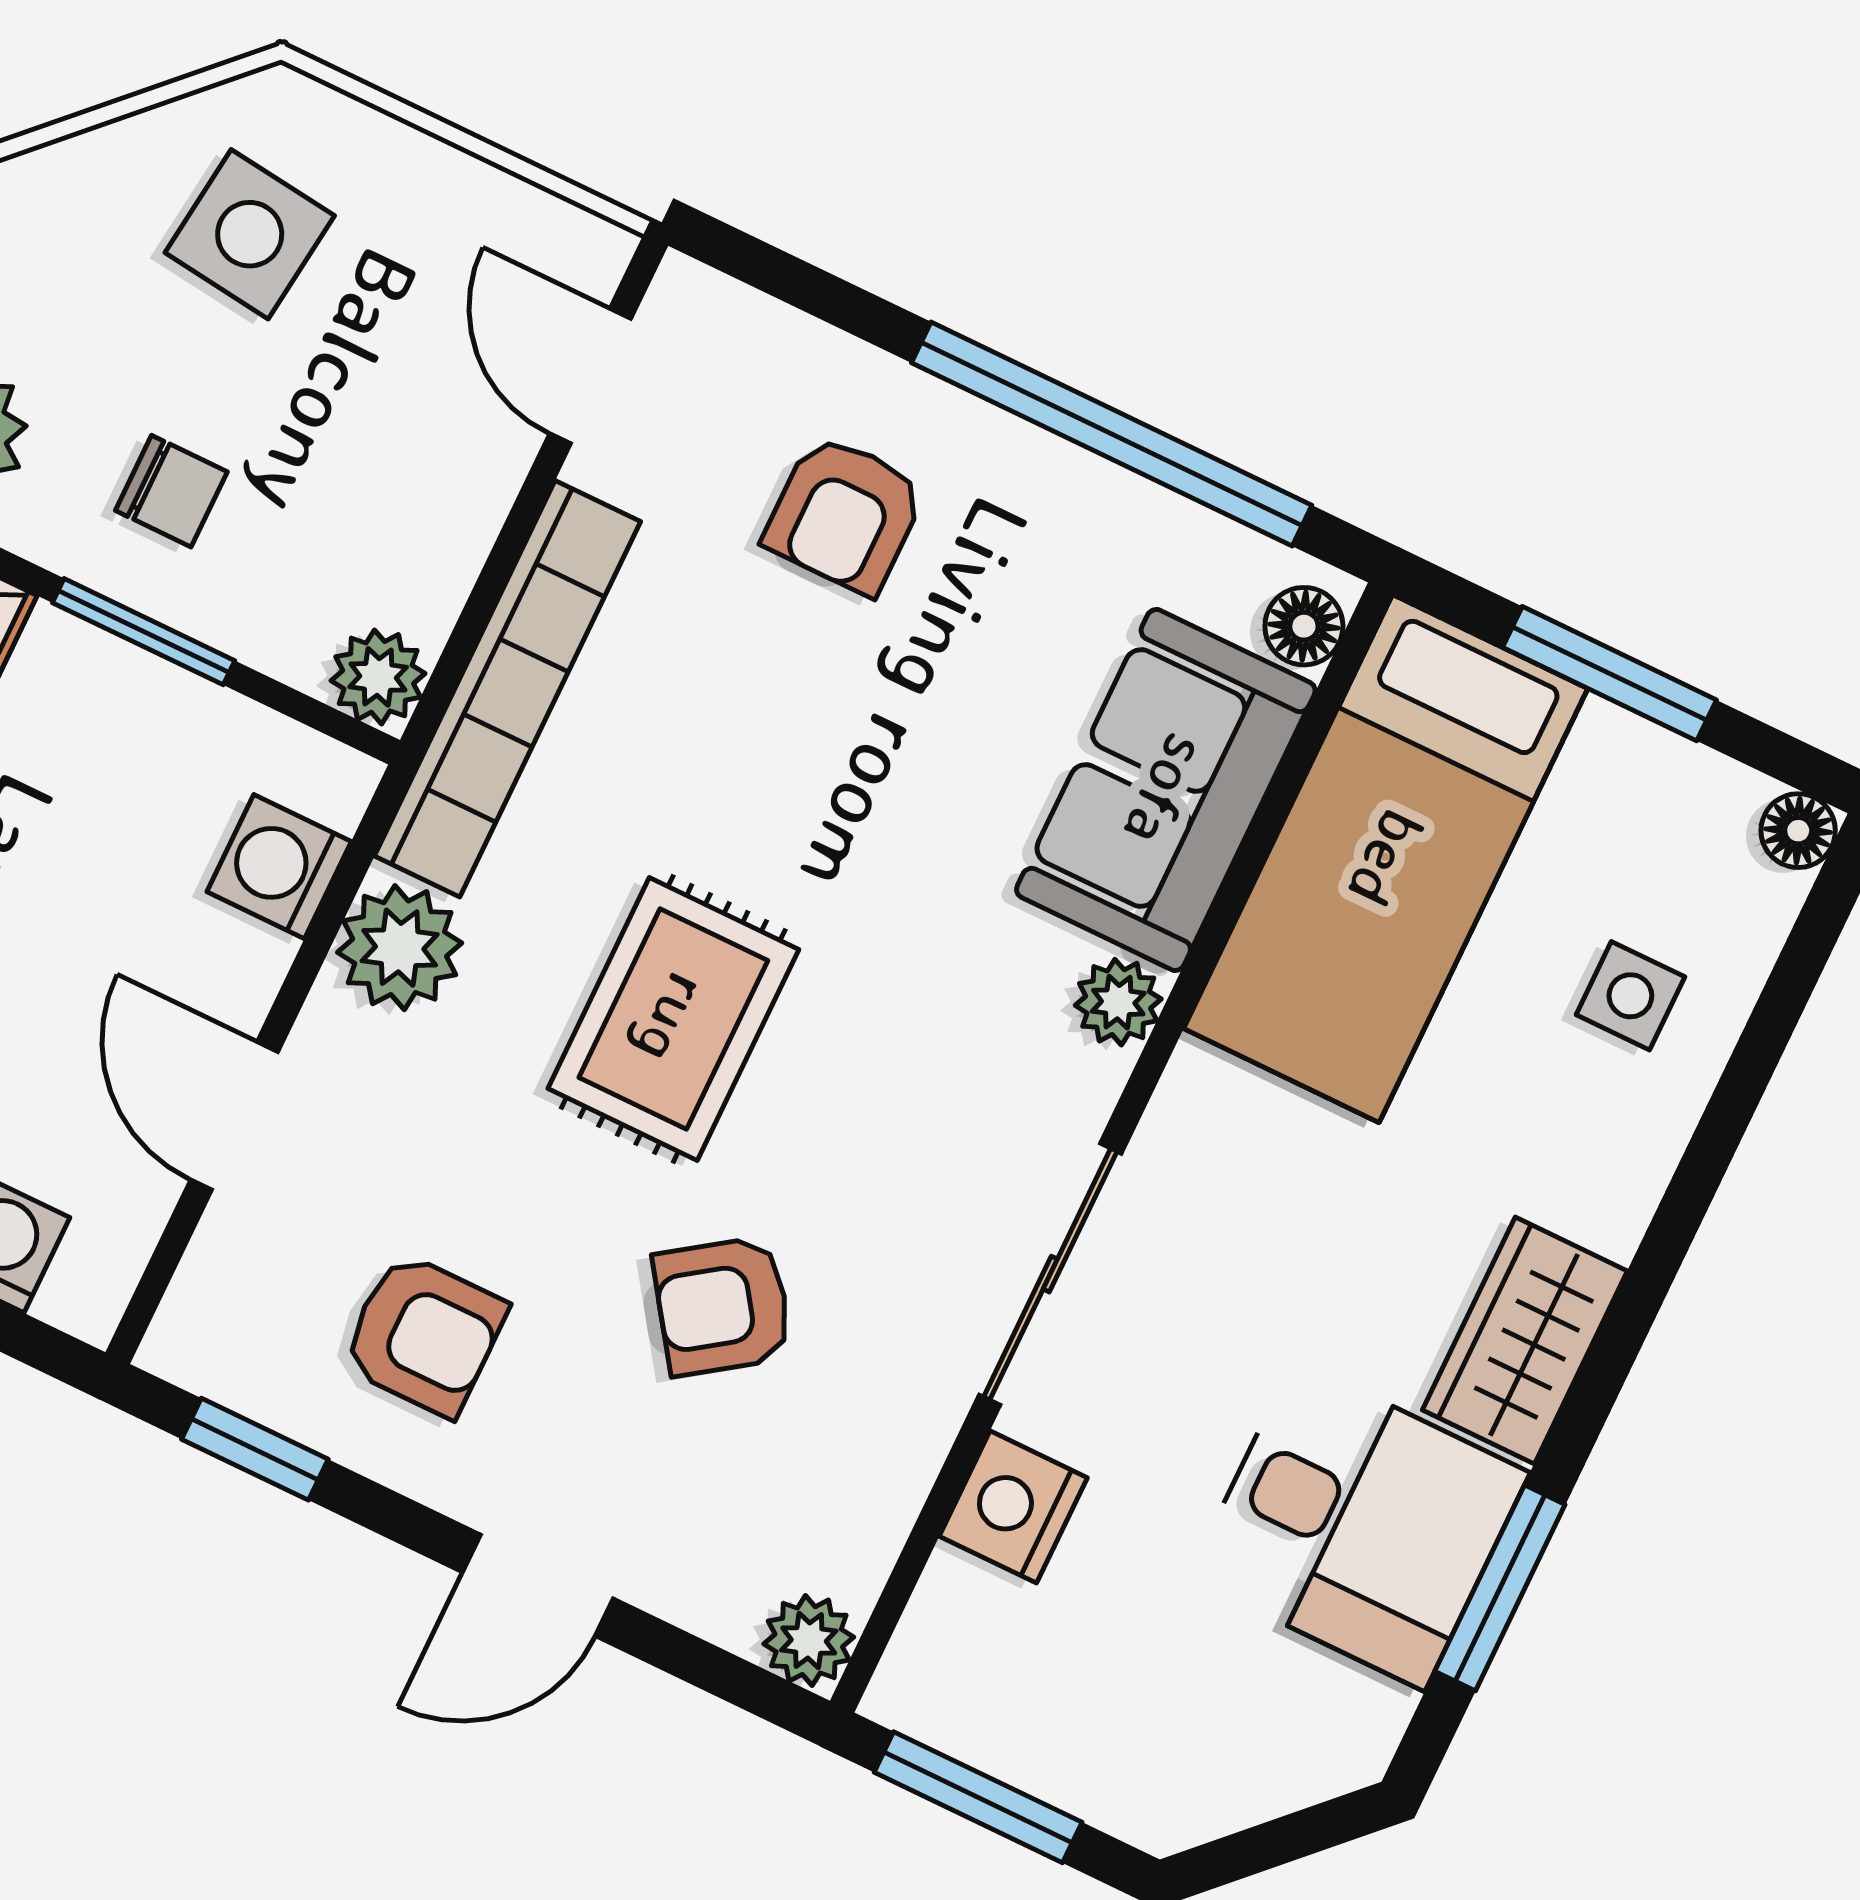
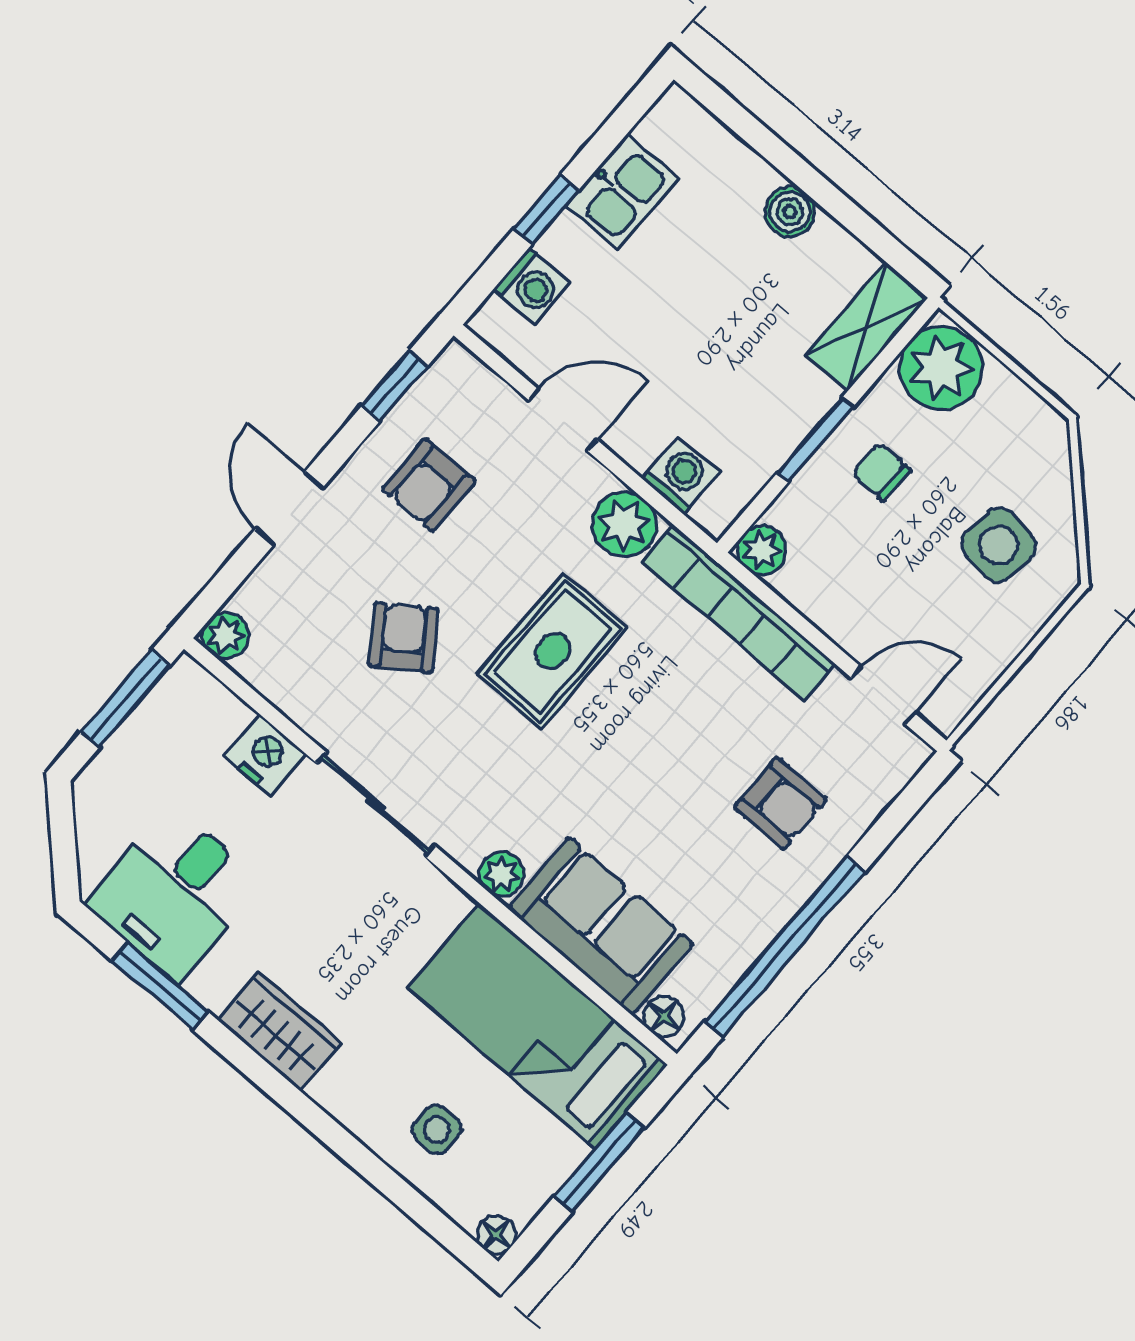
chair: (171, 491) -> (882, 472), turned 90
armchair: (845, 514) -> (780, 803), turned 180
rug: (673, 1019) -> (553, 651), turned 90
desk: (1359, 1525) -> (174, 894), moved

